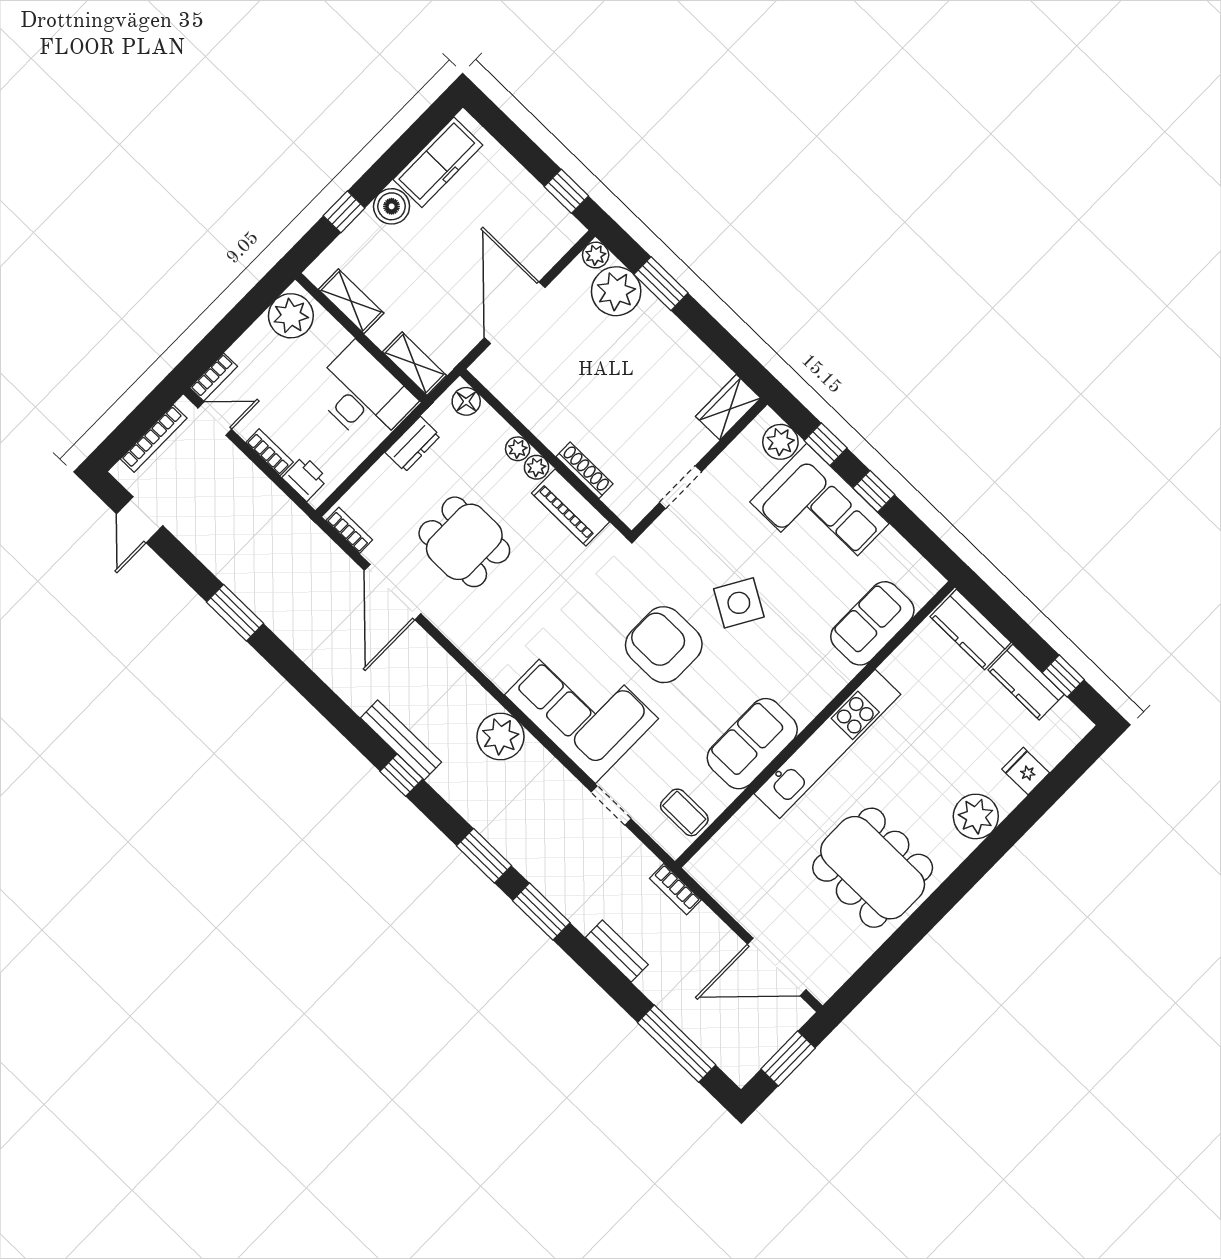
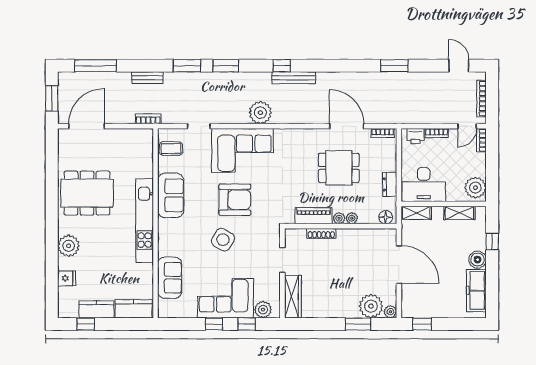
wardrobe: (728, 407) -> (293, 297), width x1.50

